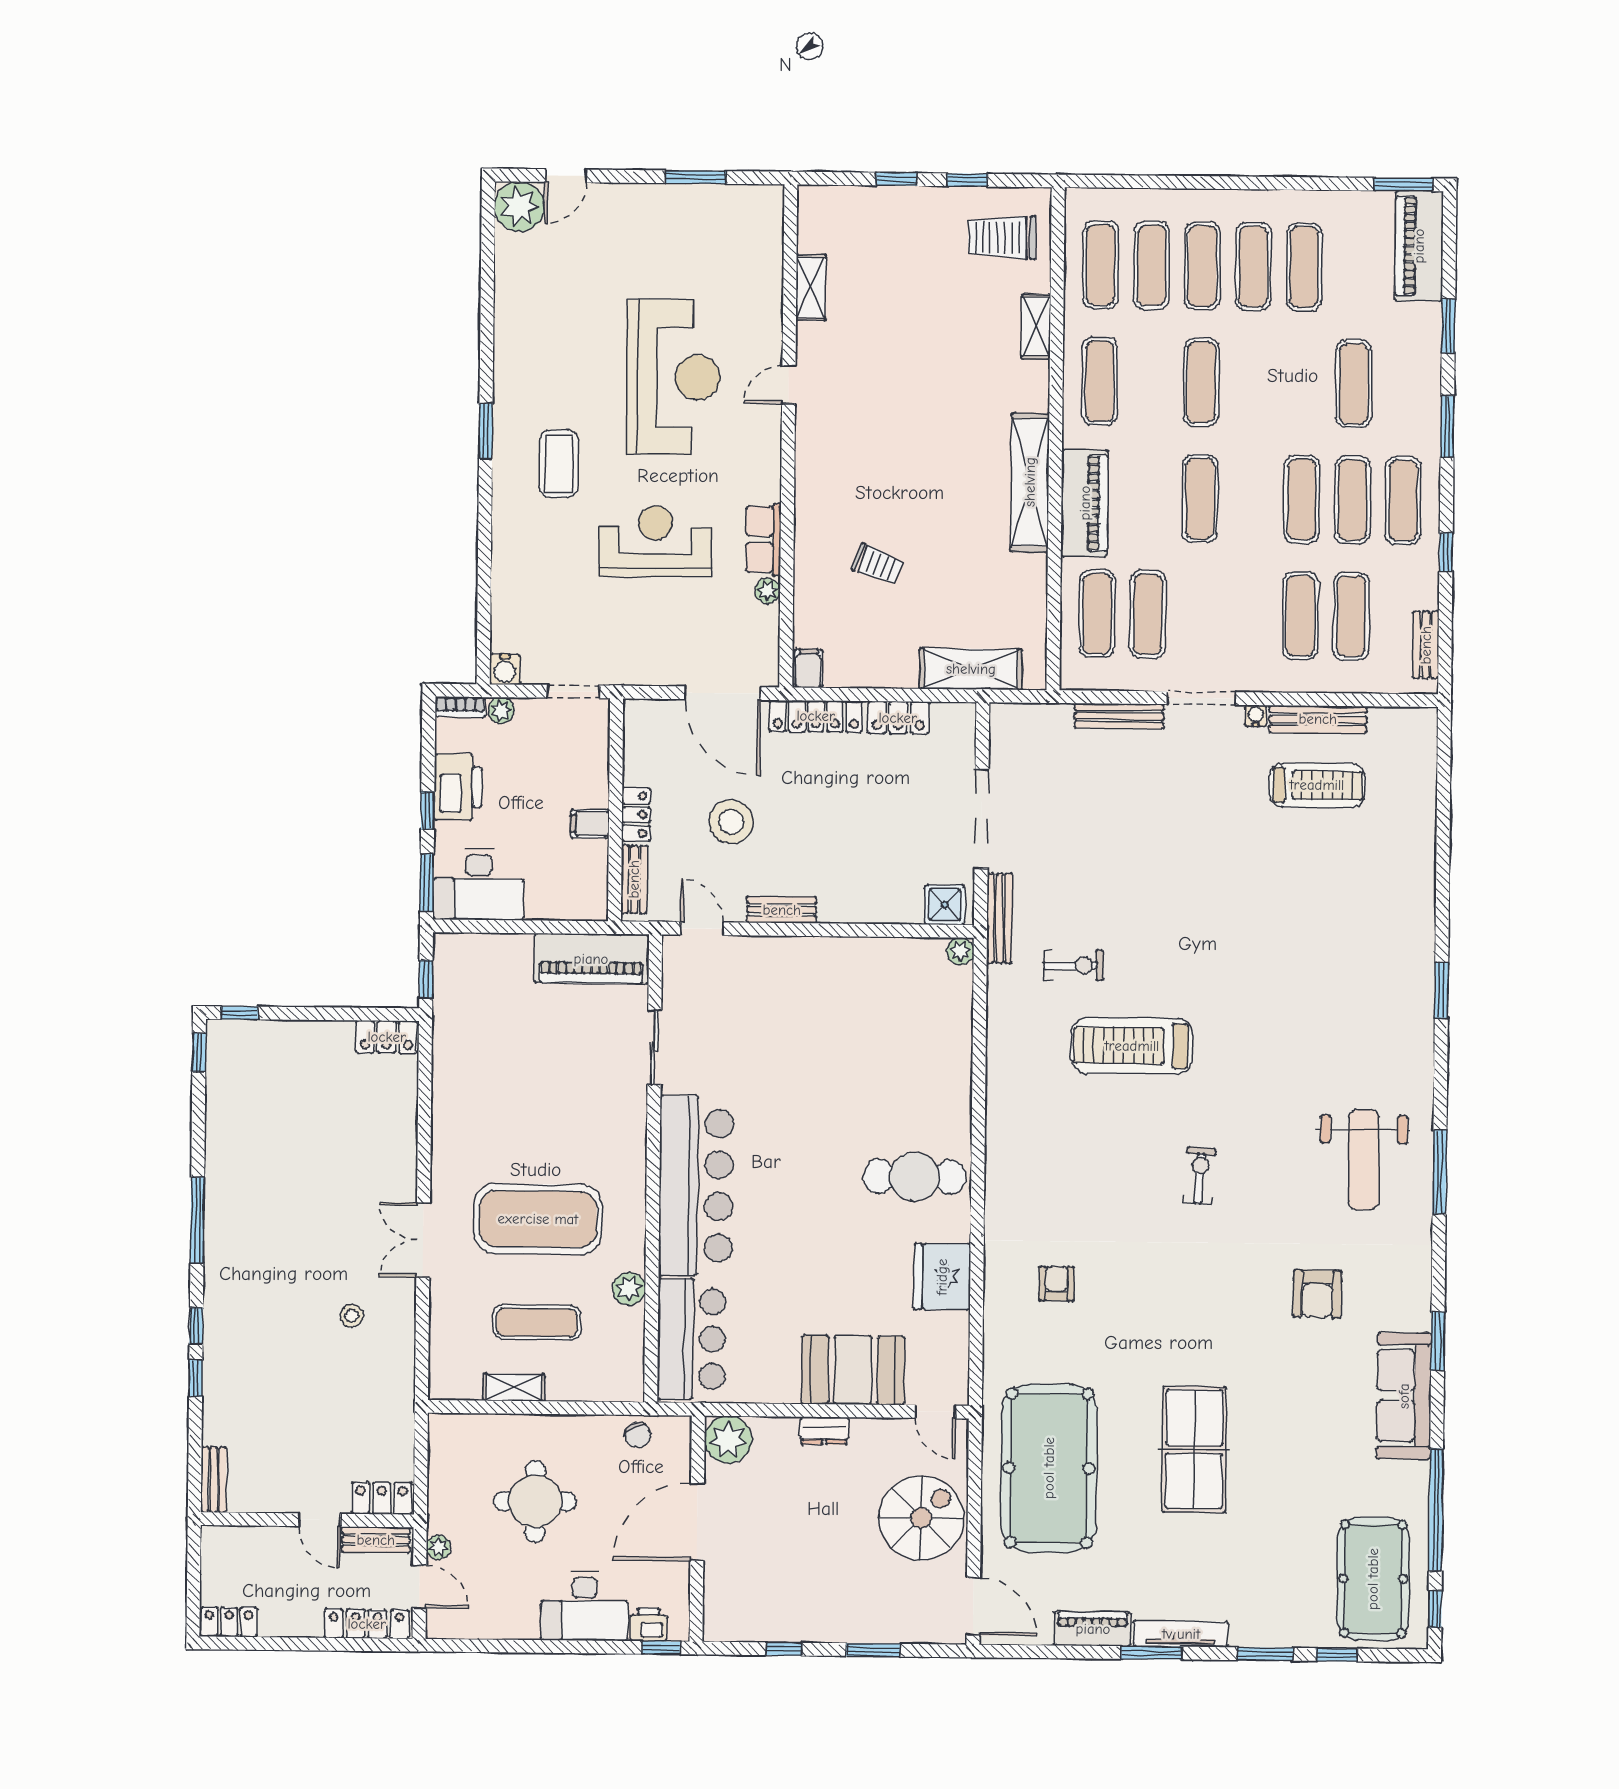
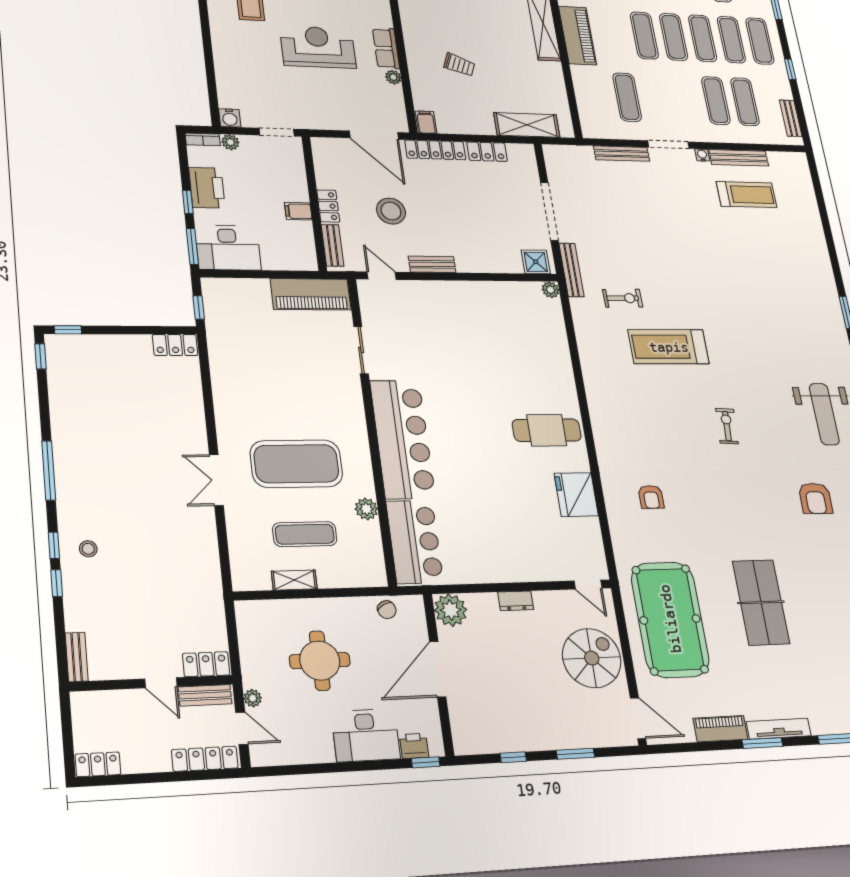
exercise mat: (1097, 614) -> (674, 37), moved
armchair: (1056, 1284) -> (651, 497), turned 180
stool: (352, 1316) -> (88, 549), moved
booth: (853, 1370) -> (528, 559), removed

